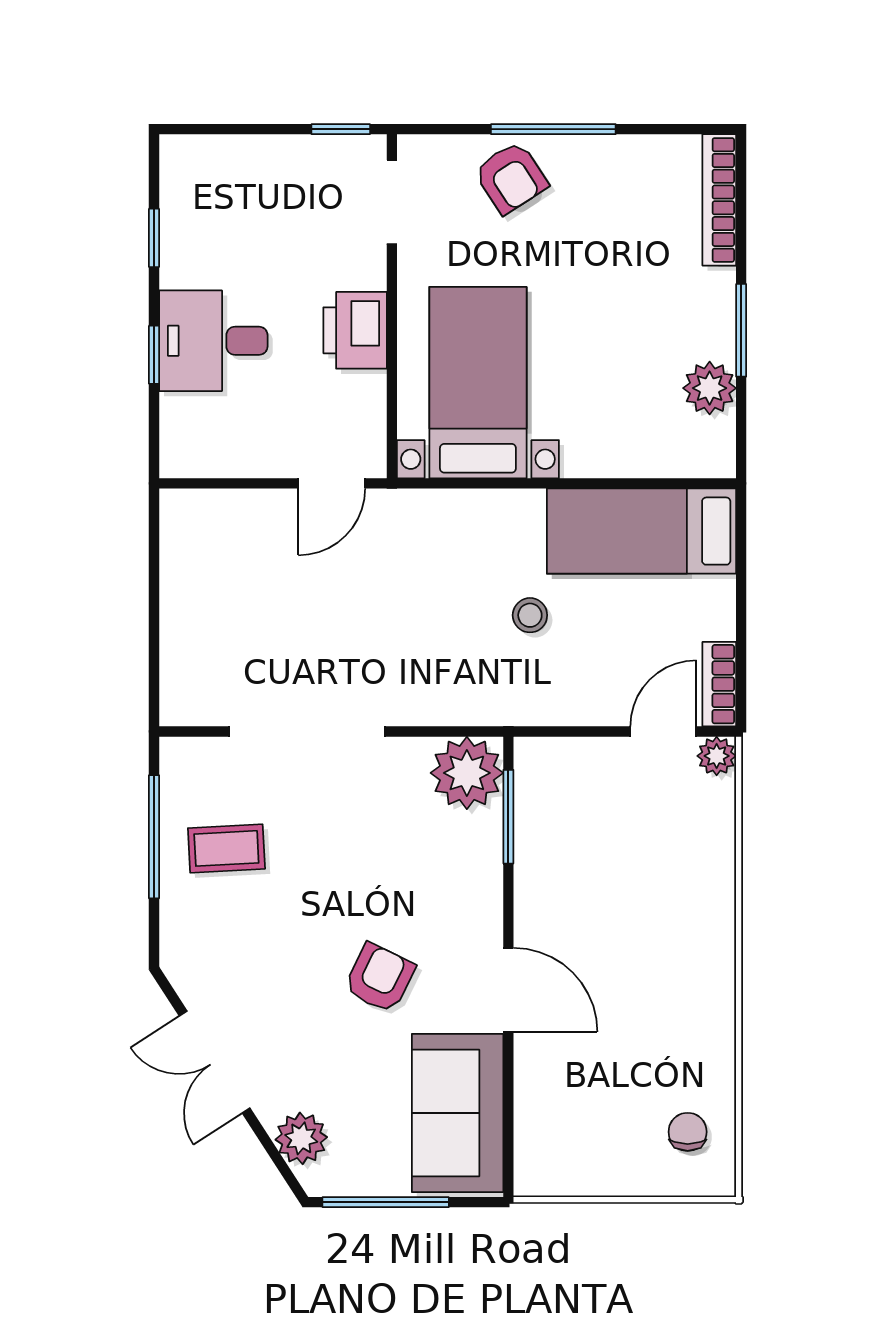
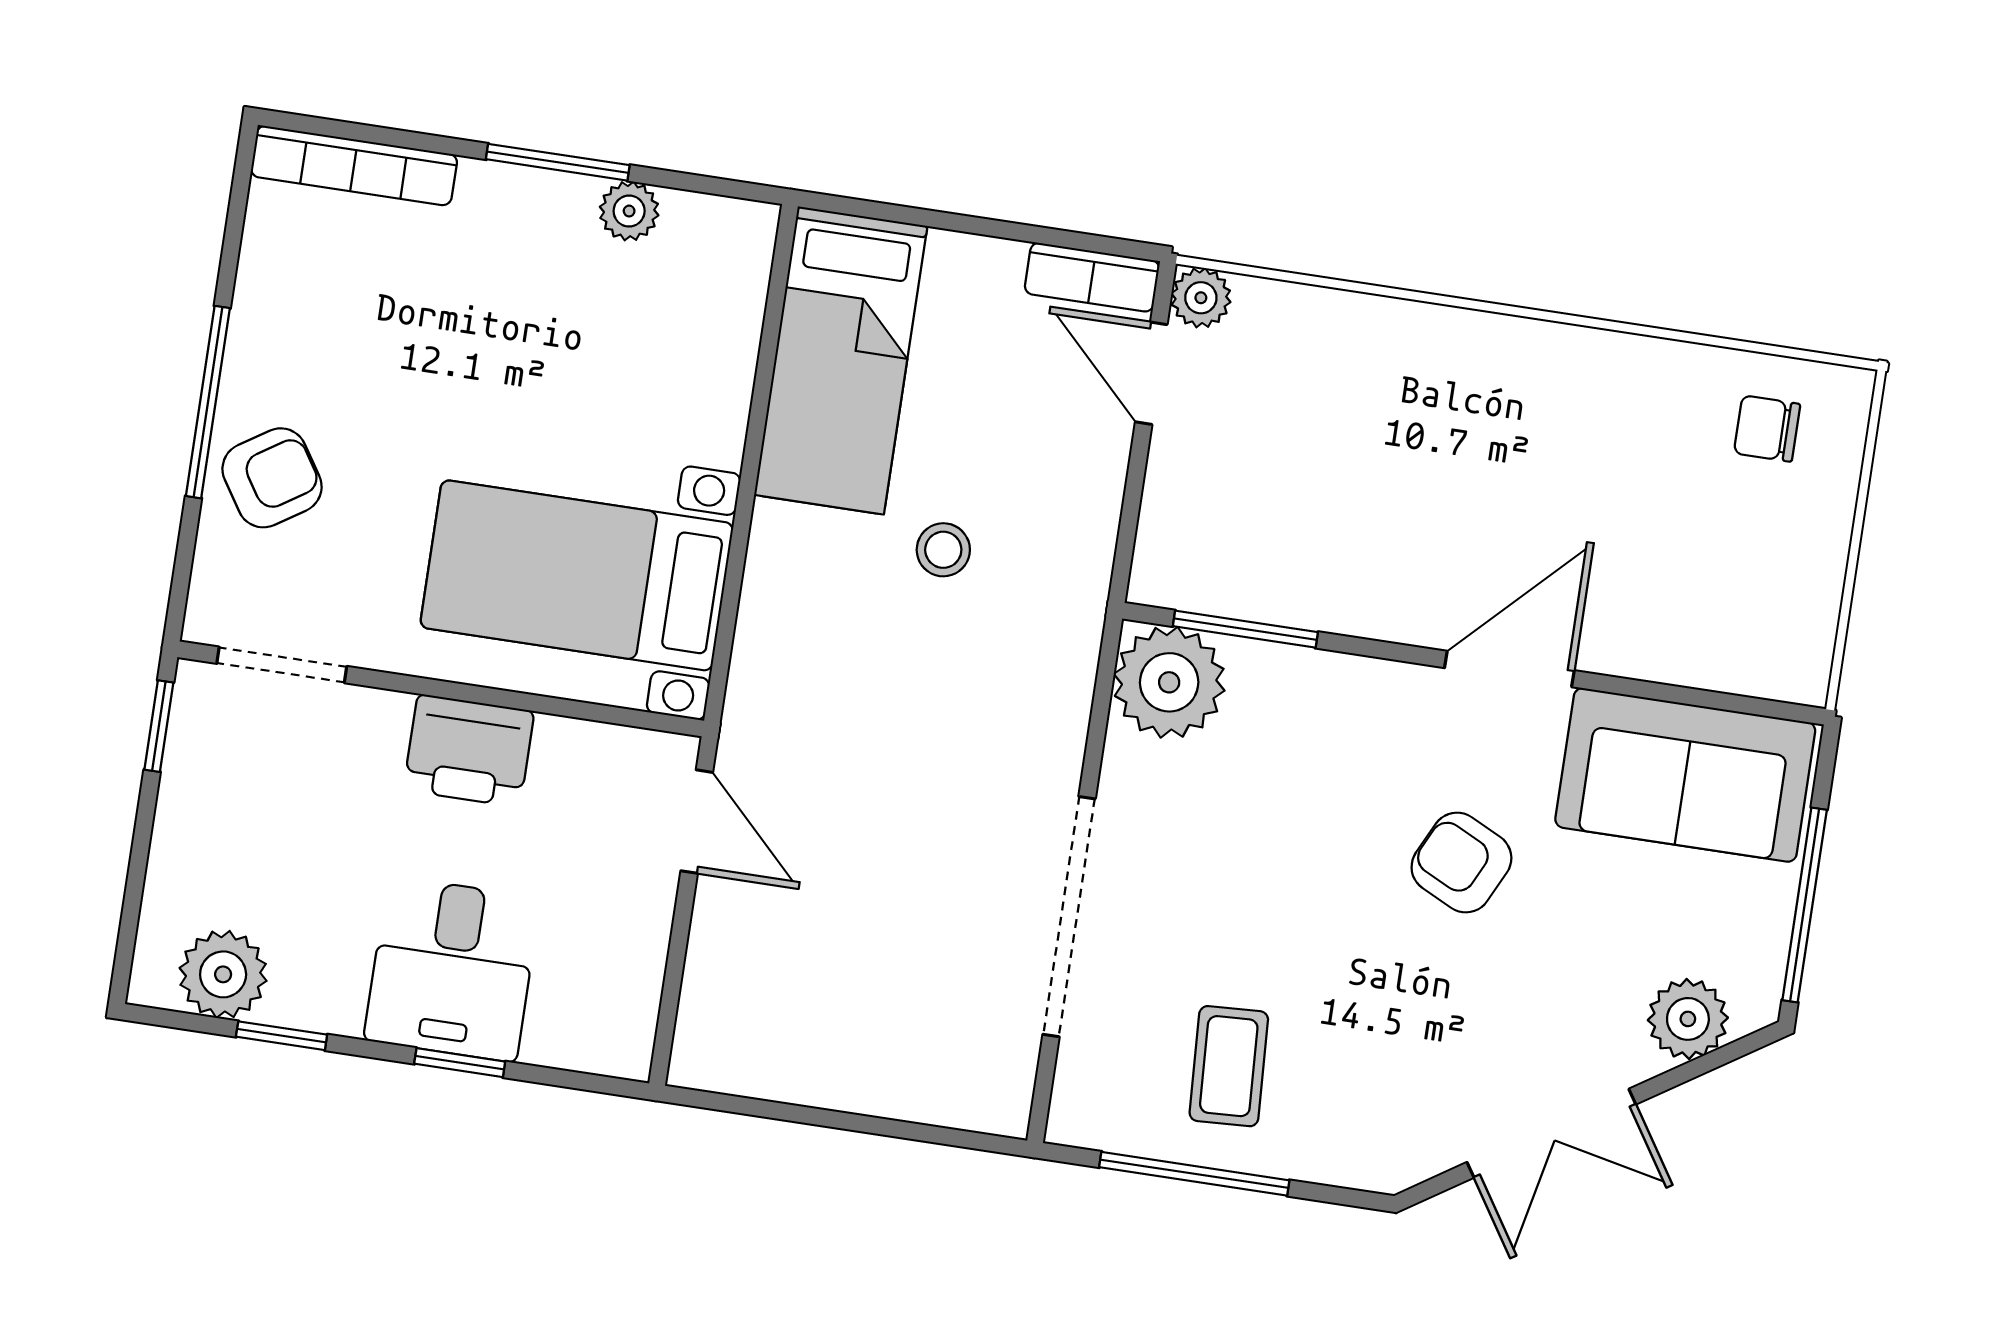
plant: (188, 194) -> (223, 974), added
plant: (710, 388) -> (629, 211), width x0.73, depth x0.73

